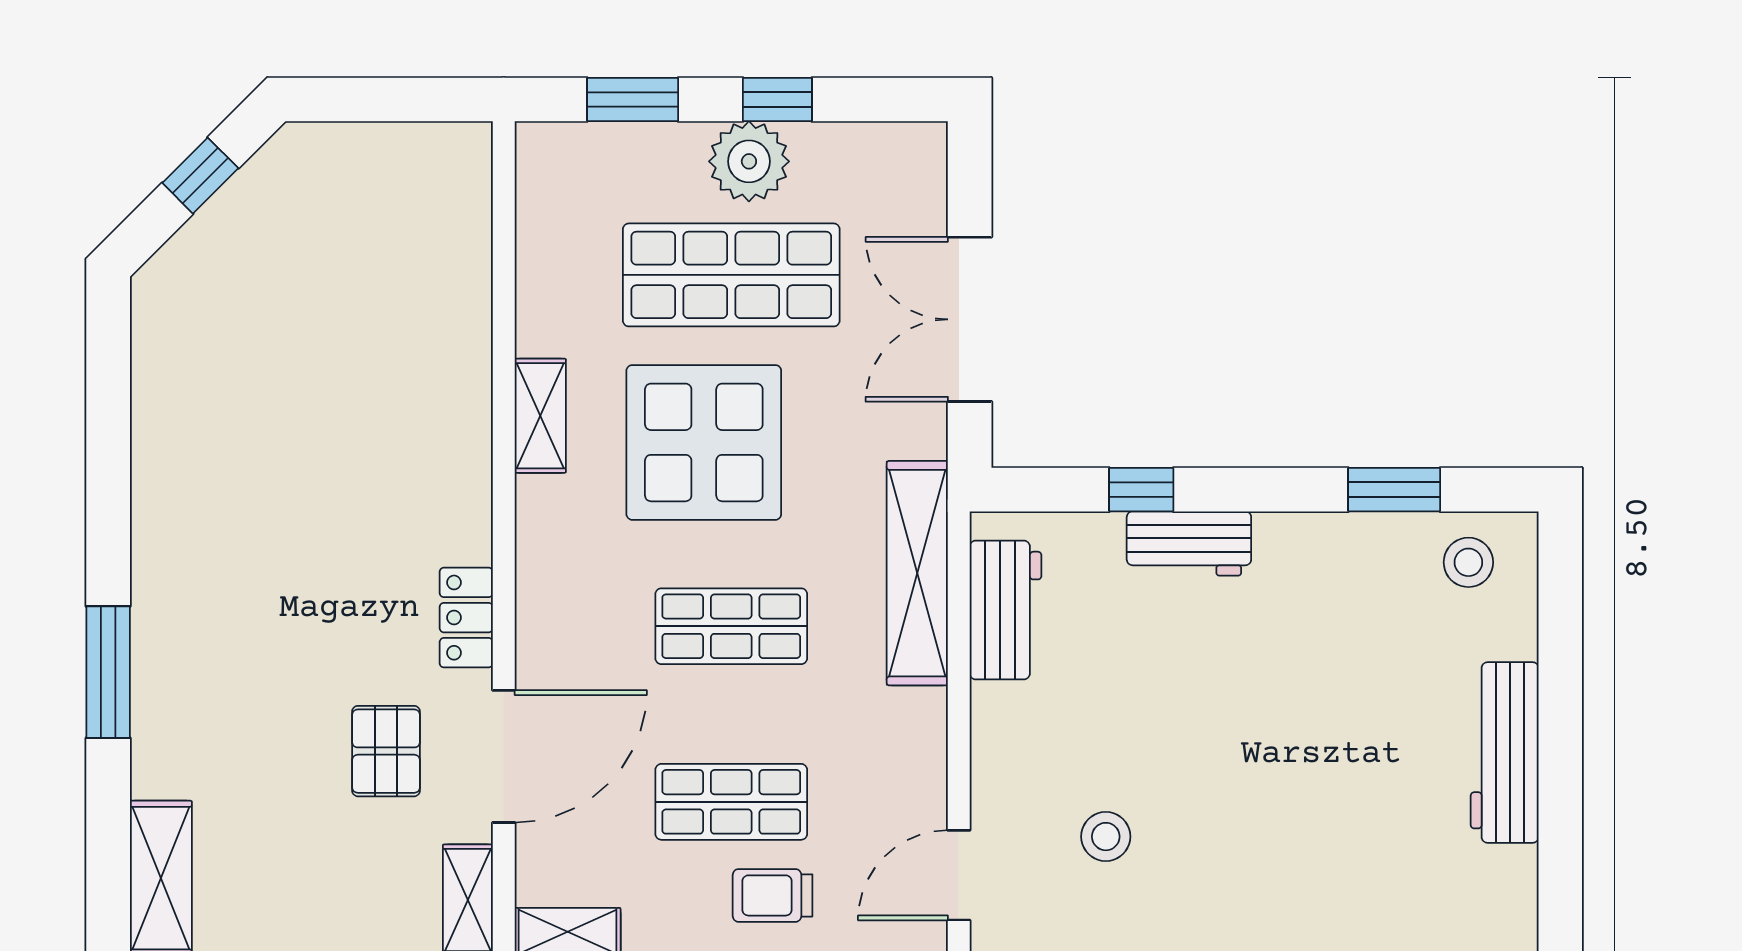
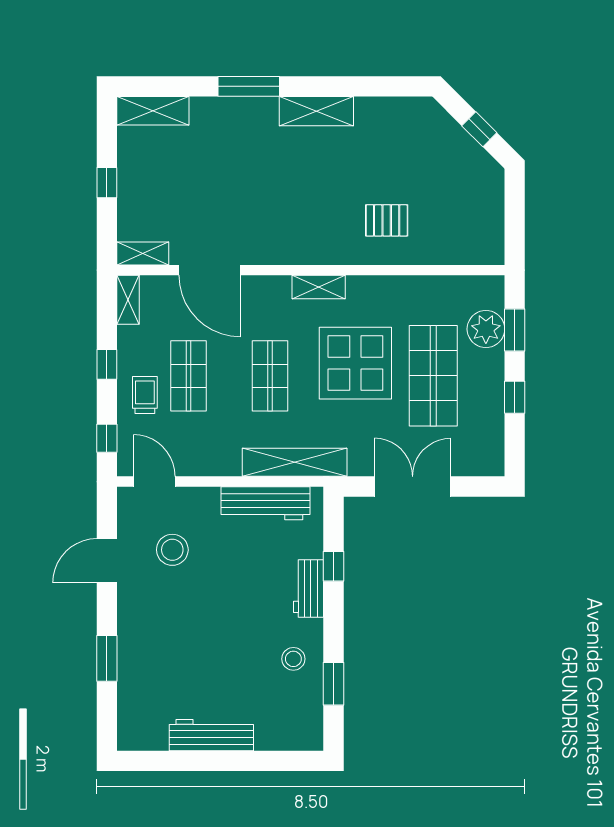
plant: (749, 161) -> (486, 329), moved
shelving: (540, 416) -> (319, 287), moved
shelving: (162, 526) -> (316, 111), added
stool: (1468, 562) -> (293, 659), moved
workbench: (1005, 610) -> (265, 503), width x1.38
locker: (466, 618) -> (274, 253), removed
pallet: (386, 751) -> (387, 220), moved
stool: (1106, 837) -> (172, 550), width x1.38, depth x1.38

